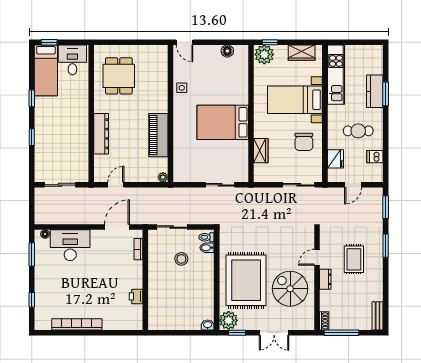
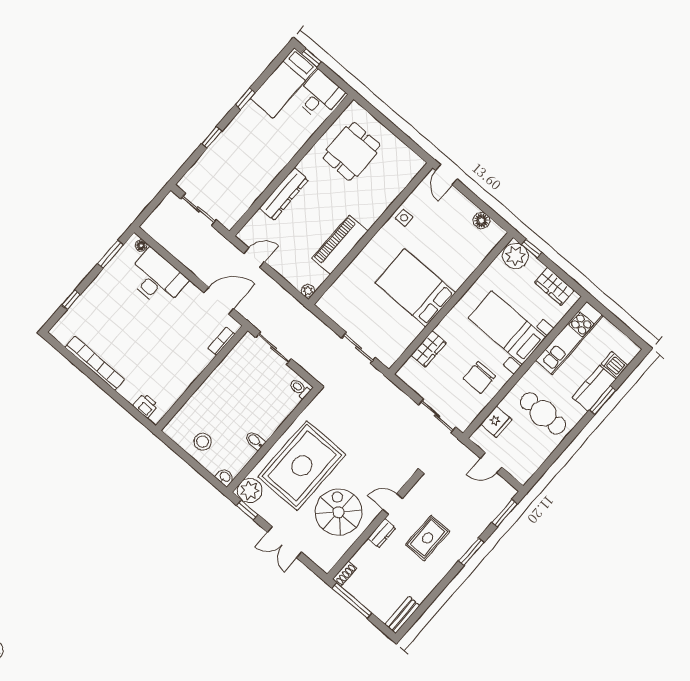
cafe table: (358, 131) -> (543, 413), width x1.37, depth x1.35
dishwasher: (375, 157) -> (615, 365), moved
bidet: (207, 248) -> (255, 441), moved
stool: (181, 259) -> (203, 442), moved
printer: (136, 296) -> (146, 406), moved, turned 90

